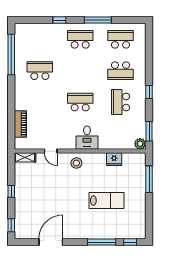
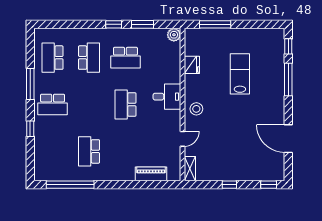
school desk: (80, 39) -> (53, 104), turned -90
window: (149, 131) -> (143, 24), moved

